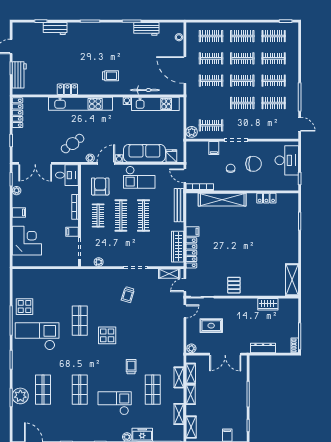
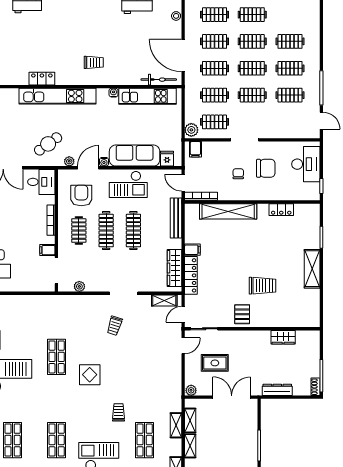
clothes rail: (274, 36) -> (215, 95), moved
bicycle: (145, 90) -> (159, 80), moved
filing cabinet: (214, 148) -> (195, 149), moved
trolley: (251, 261) -> (262, 286), added
shelving: (292, 280) -> (312, 269), moved
double door: (225, 354) -> (232, 397), swing flipped

